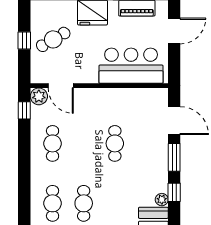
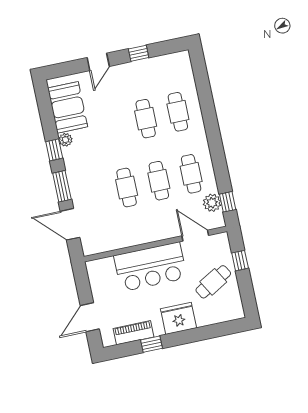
window: (24, 40) -> (240, 261), moved
bar counter: (131, 66) -> (150, 267), moved
plant: (39, 96) -> (212, 203), moved
cafe table: (84, 143) -> (159, 181), added

